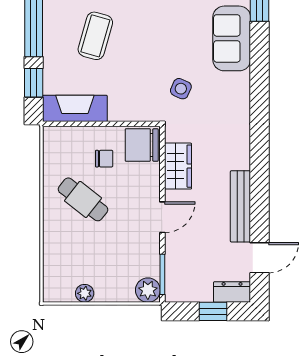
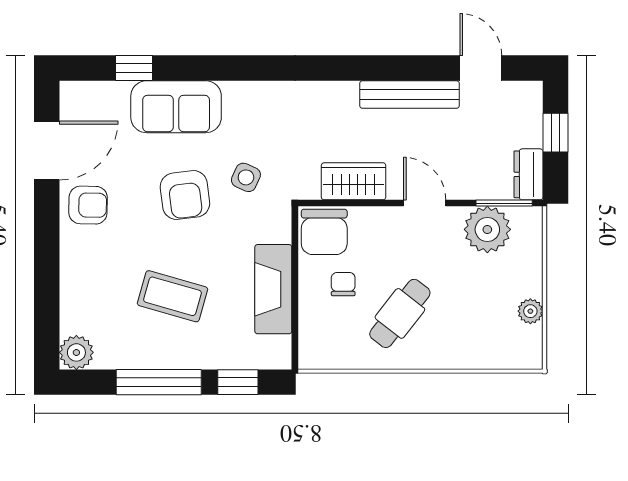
armchair: (168, 45) -> (185, 195), added
fireplace: (75, 108) -> (273, 289), moved
plant: (148, 290) -> (487, 229), moved, width x1.36, depth x1.36
dresser: (232, 292) -> (529, 174), moved

